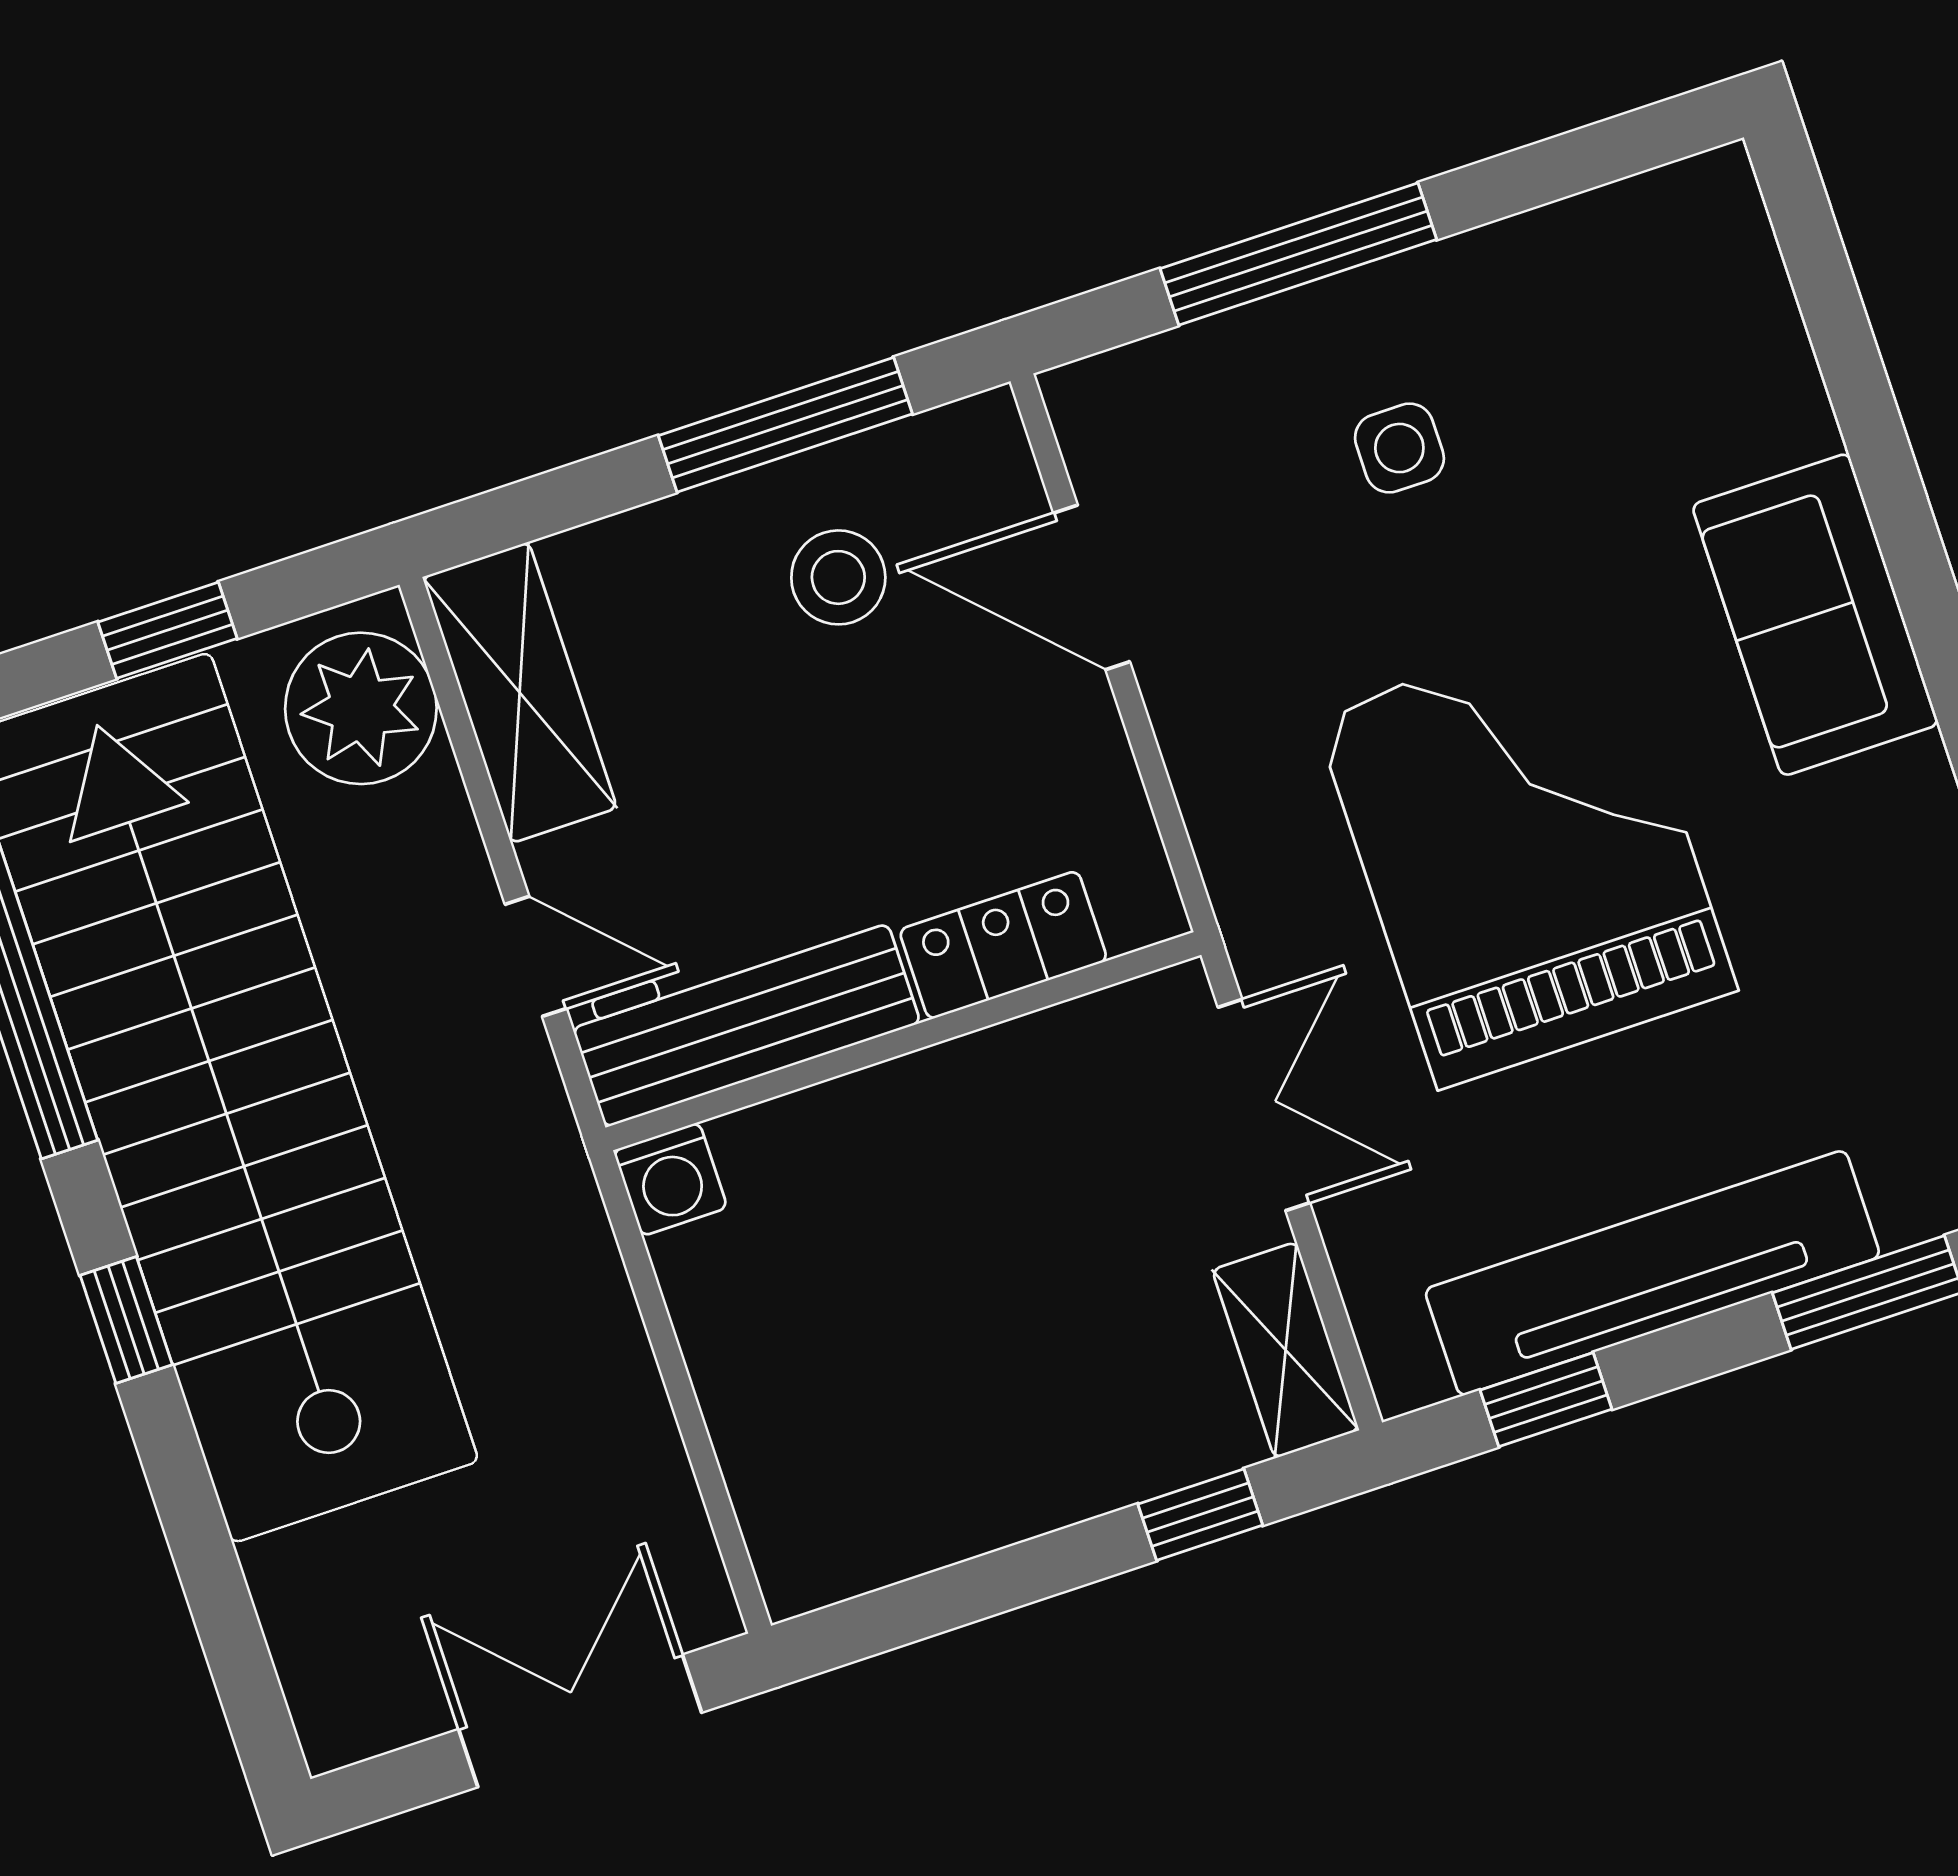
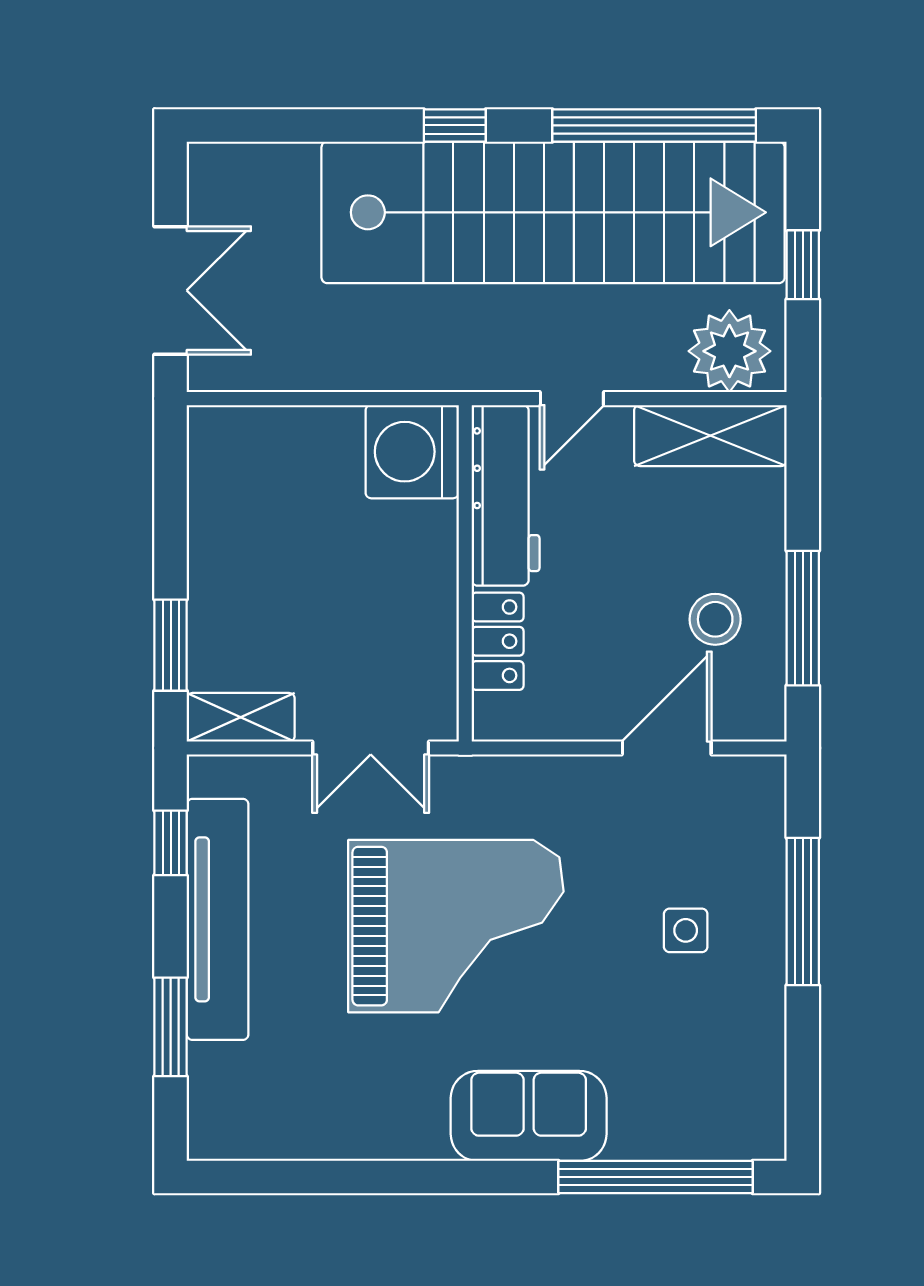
window: (1848, 357) -> (656, 1177), added
washing machine: (670, 1179) -> (412, 452), width x1.89, depth x1.89
window: (1200, 1515) -> (171, 645), width x1.50

